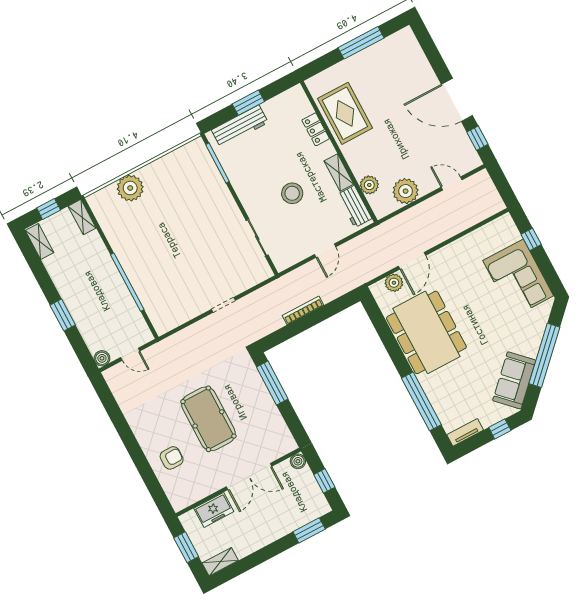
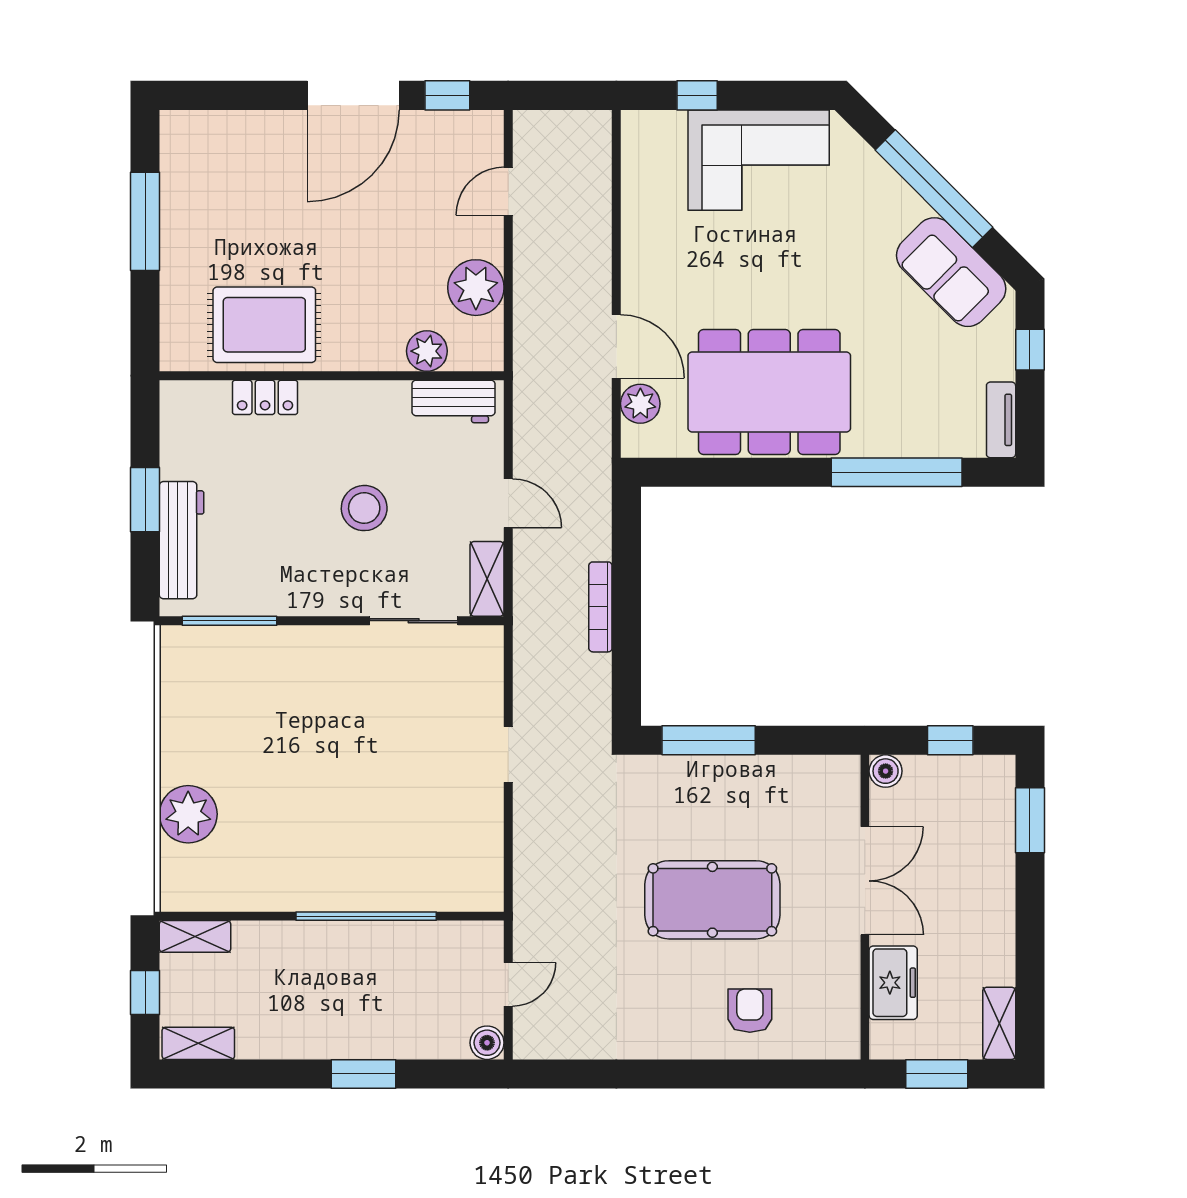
shelving: (339, 172) -> (487, 579), moved, turned 90

